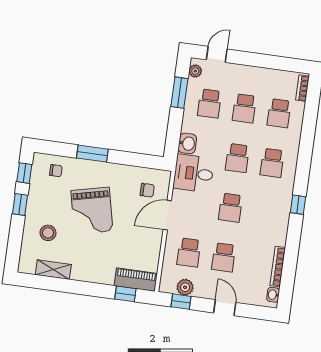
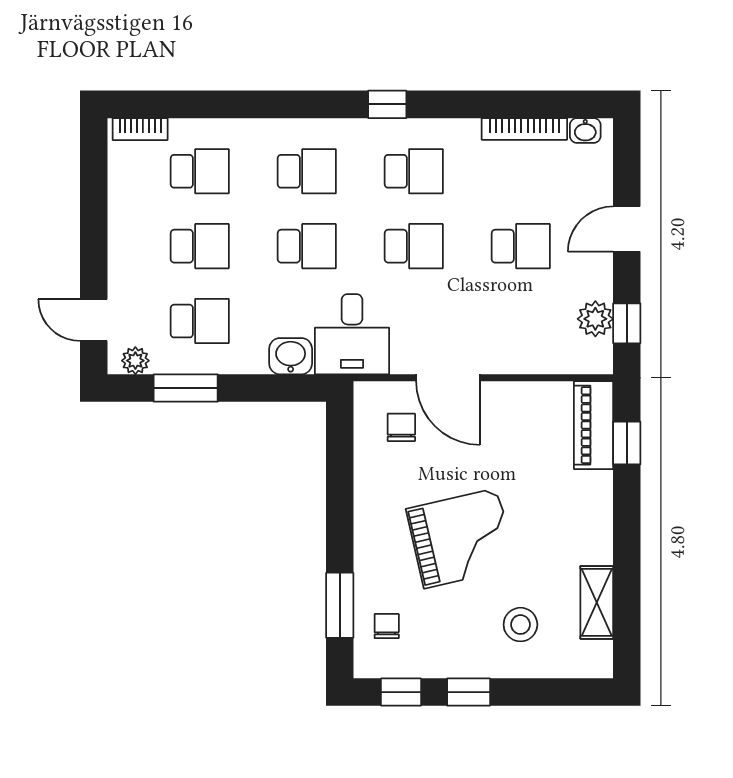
window: (92, 154) -> (340, 605), moved
school desk: (189, 253) -> (414, 171), moved

